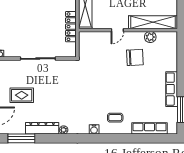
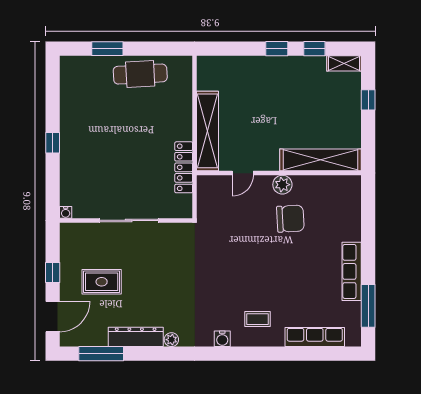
door: (117, 30) -> (243, 173), moved
plant: (150, 37) -> (282, 185), moved

